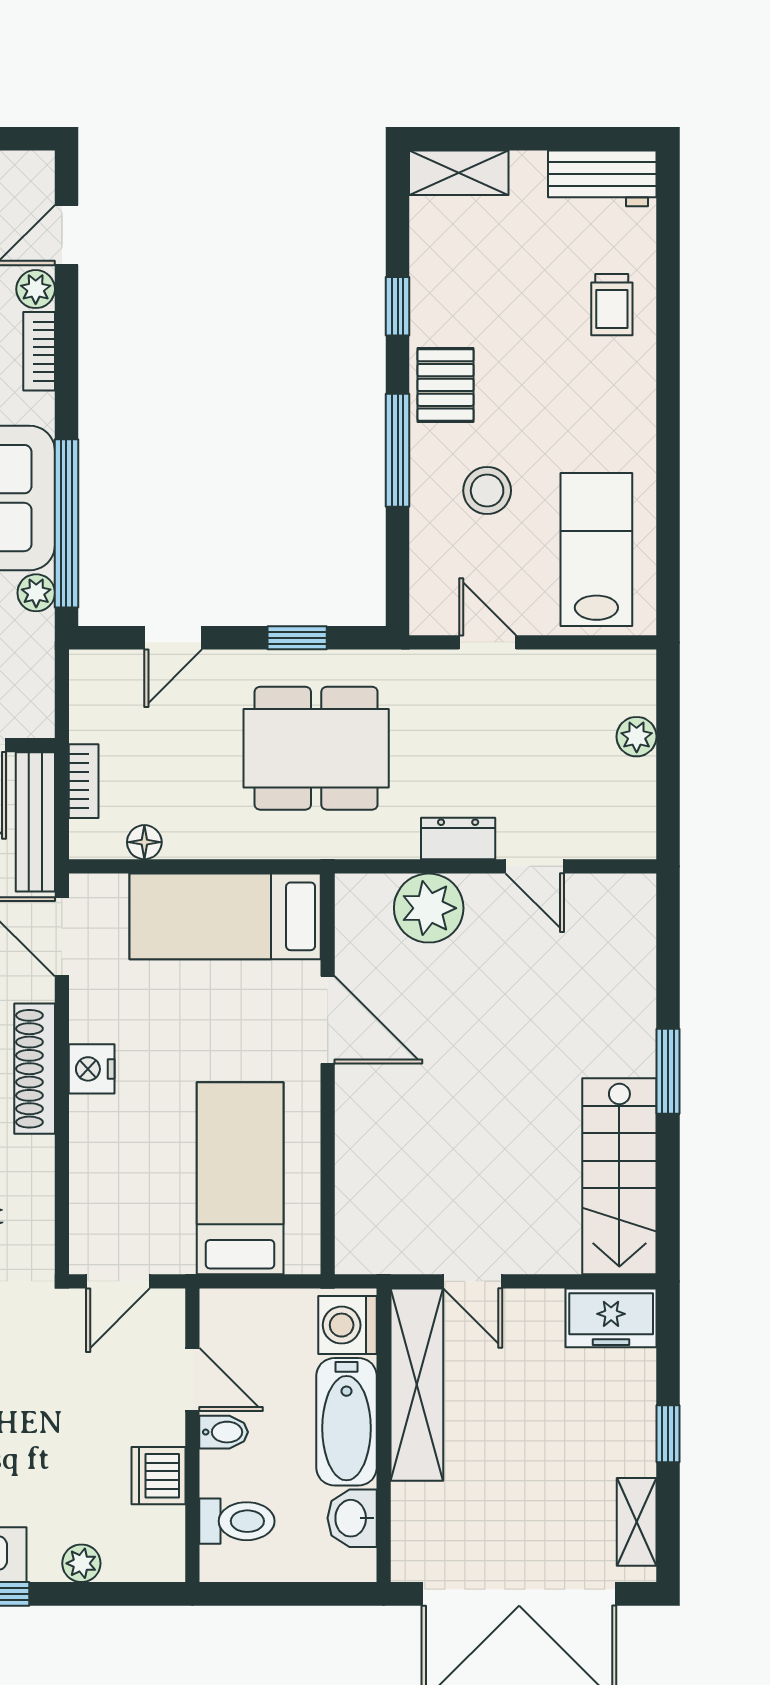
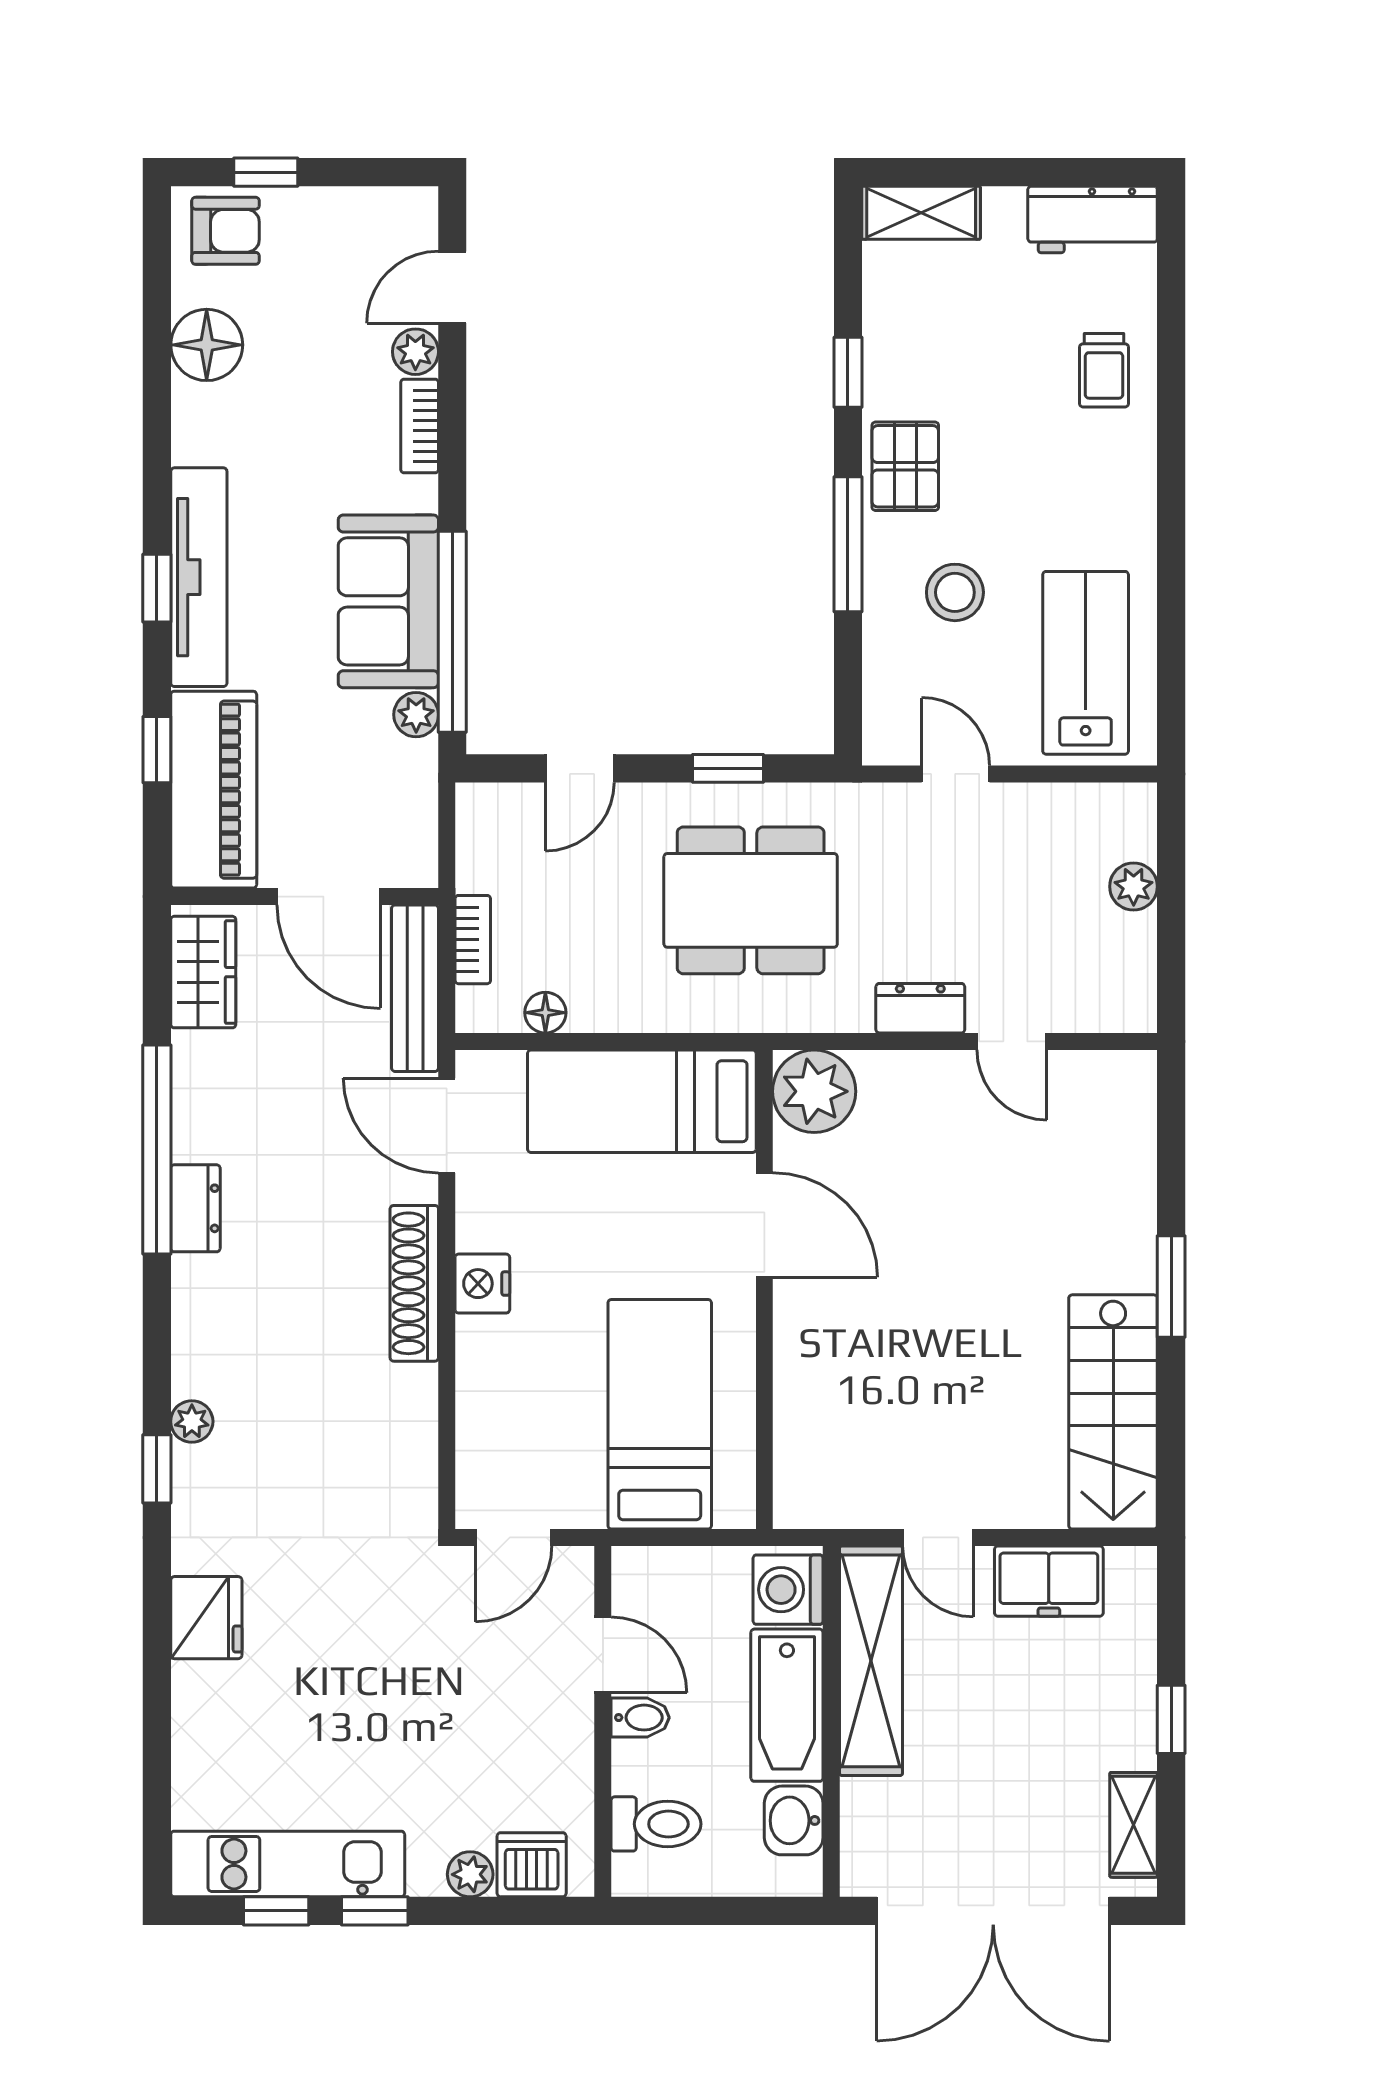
plant: (429, 908) -> (814, 1091), moved
freezer: (611, 1318) -> (1049, 1581), moved
dishwasher: (158, 1476) -> (532, 1865), moved, turned 90

